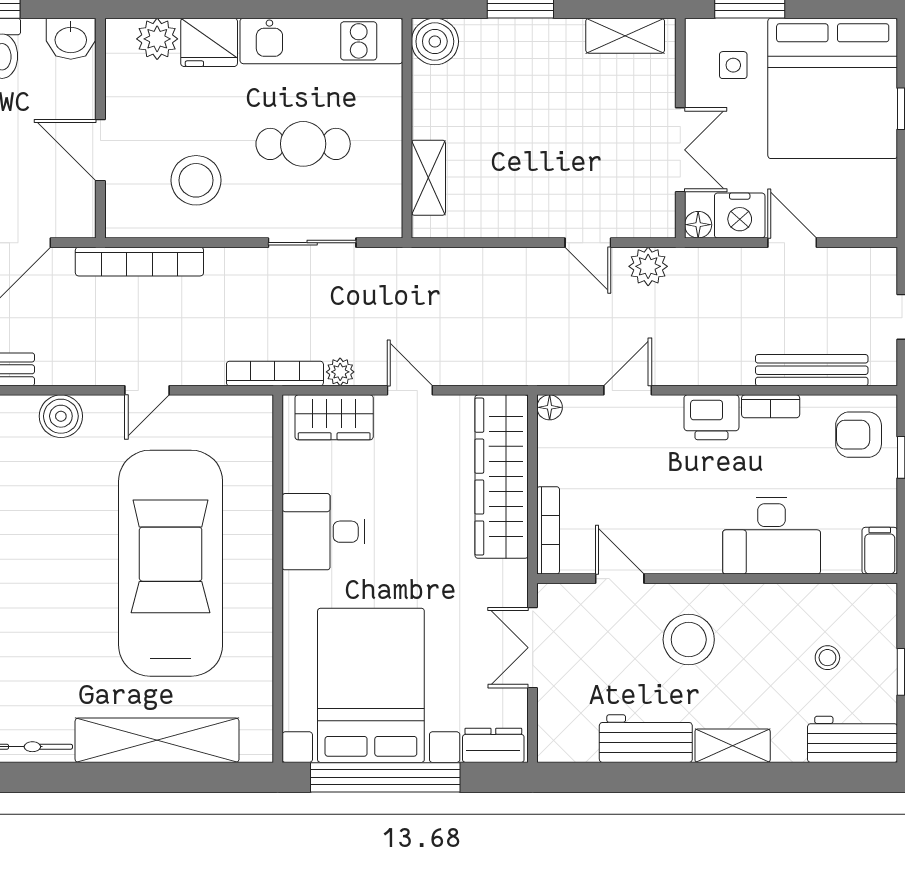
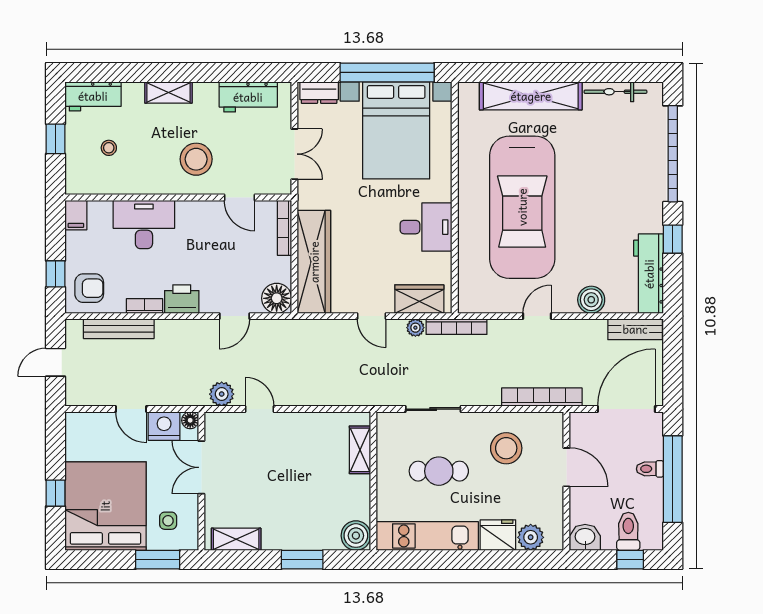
floor lamp: (550, 407) -> (277, 298), width x1.89, depth x1.89
workbench: (646, 739) -> (248, 97), moved

